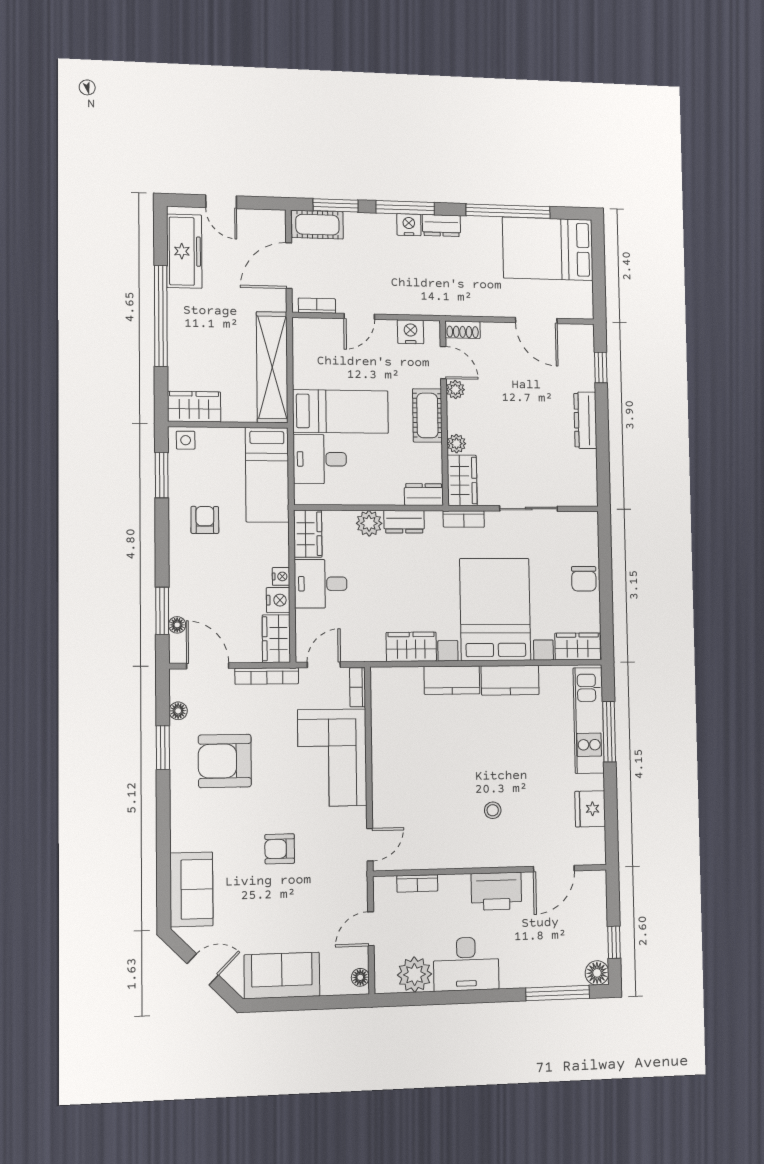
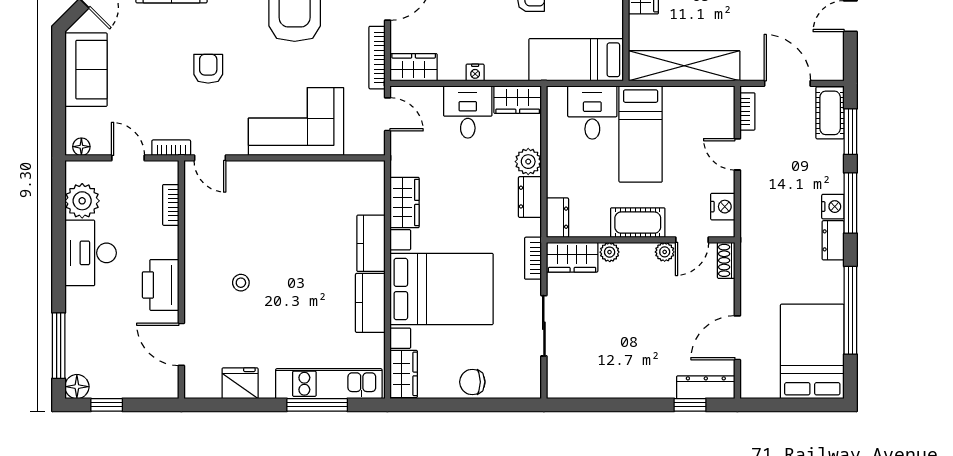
dresser: (585, 420) -> (706, 387), moved
nightstand: (278, 600) -> (452, 69), removed
bookcase: (358, 687) -> (171, 148), moved

